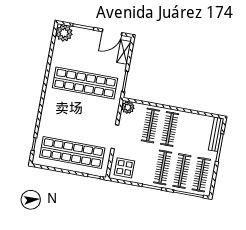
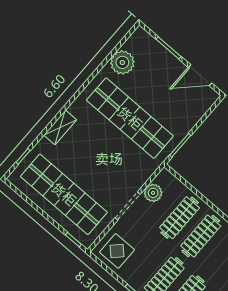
plant: (64, 33) -> (122, 62), moved
shelving: (124, 52) -> (60, 127), moved
plant: (128, 107) -> (153, 193), moved

